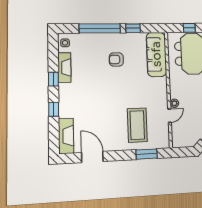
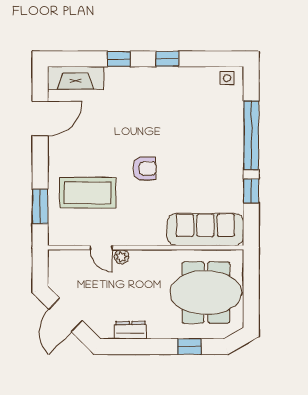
window: (189, 28) -> (251, 289), removed
armchair: (116, 59) -> (145, 168), moved, turned 90
fireplace: (64, 68) -> (186, 77), removed

